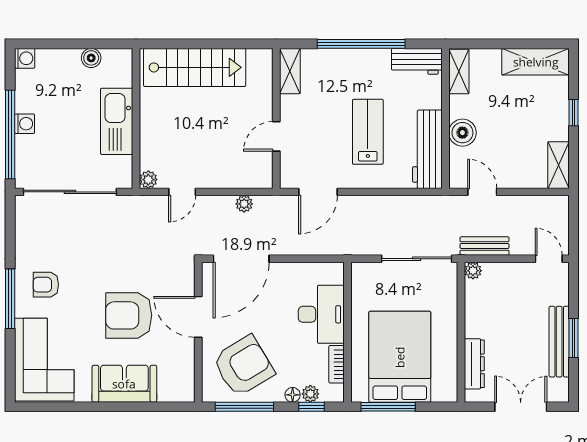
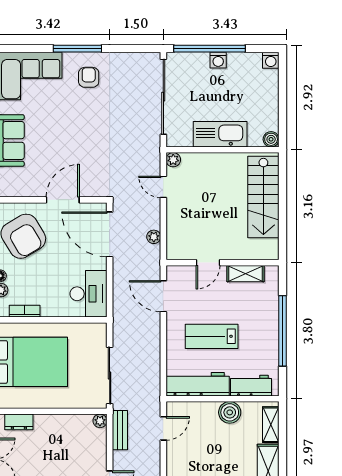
boiler: (91, 58) -> (271, 139), moved
workbench: (417, 61) -> (251, 386), moved, turned 90
shelving: (290, 71) -> (246, 274), moved
shelving: (459, 72) -> (271, 425), moved, turned 90
lab bench: (368, 132) -> (212, 336), turned 180
boiler: (462, 133) -> (230, 412), moved
door: (276, 136) -> (208, 263), swing flipped
desk: (321, 314) -> (88, 294), moved, turned -90
armchair: (129, 315) -> (64, 144), removed
dresser: (474, 364) -> (19, 422), width x0.70

